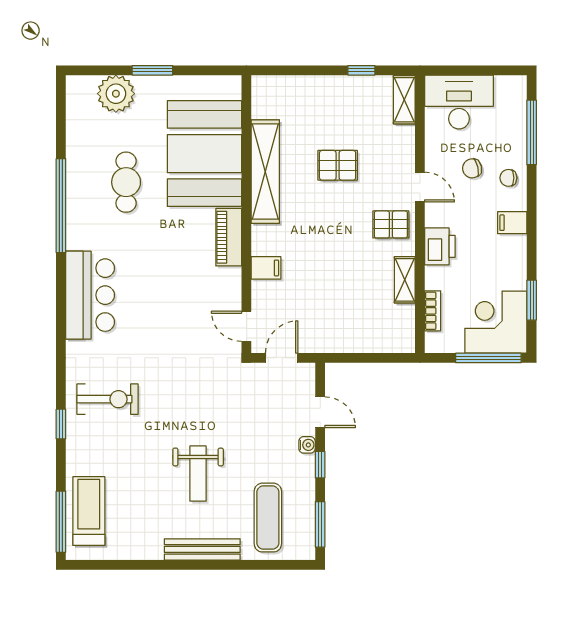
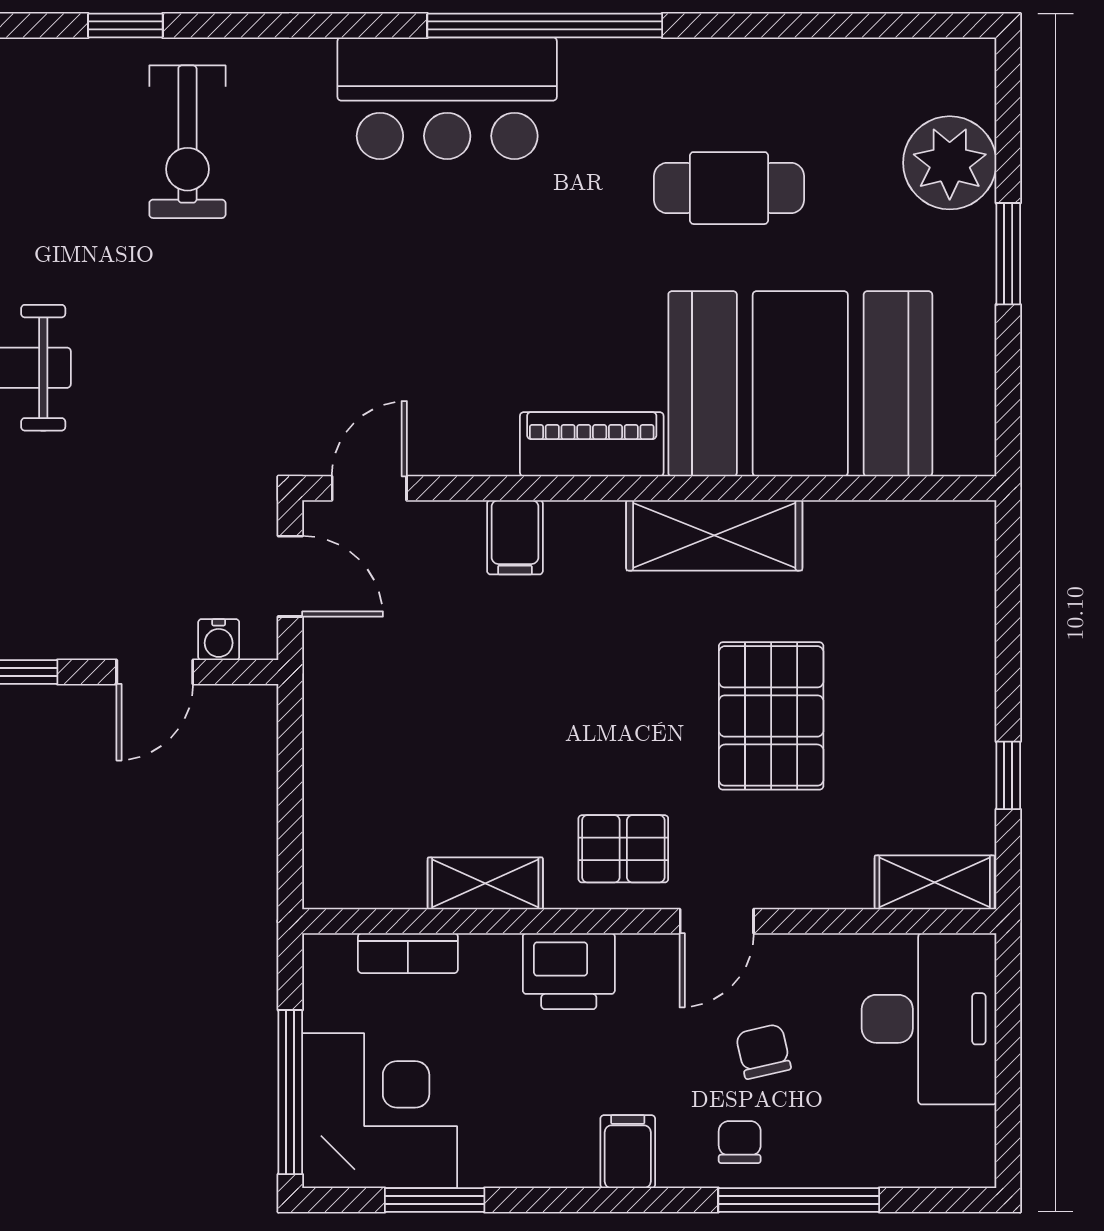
window: (532, 132) -> (799, 1200), moved
pallet: (338, 165) -> (771, 716), width x1.50, depth x1.42
shelving: (265, 172) -> (714, 535), width x0.68
window: (61, 206) -> (545, 25), moved
pallet: (391, 224) -> (623, 849), turned 90
water cooler: (307, 445) -> (219, 640), moved

